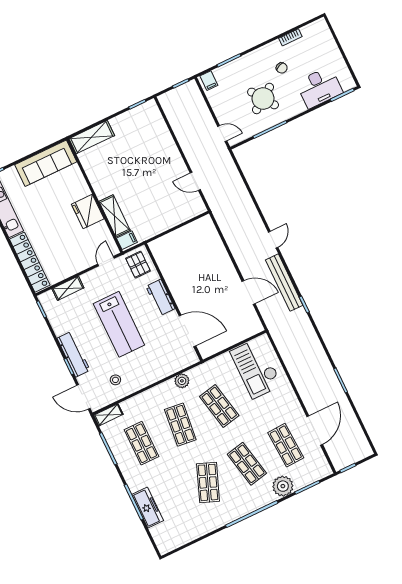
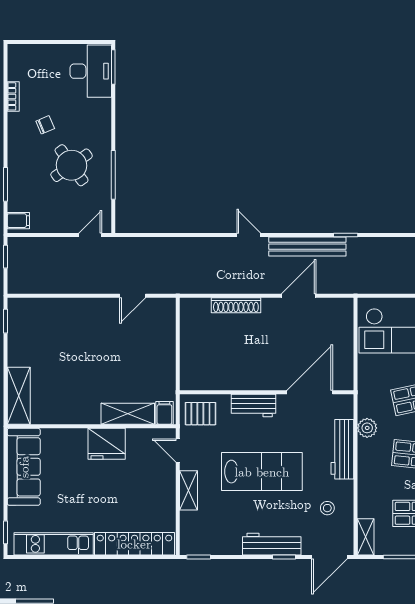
desk: (319, 87) -> (91, 71), moved
shoe rack: (222, 254) -> (236, 305), added
shelving: (68, 288) -> (188, 490), moved
workbench: (160, 371) -> (342, 449), added

